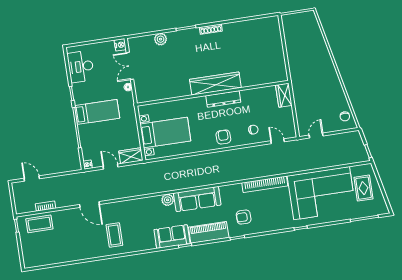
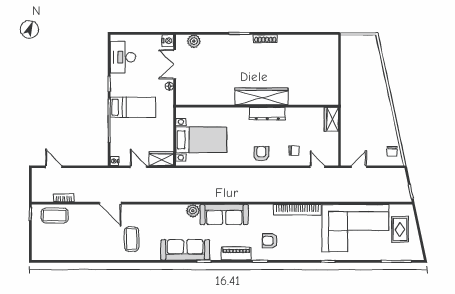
plant: (161, 39) -> (194, 41), moved
piano: (209, 232) -> (236, 253), width x0.73, depth x0.75
sofa: (172, 237) -> (185, 250), width x1.36

